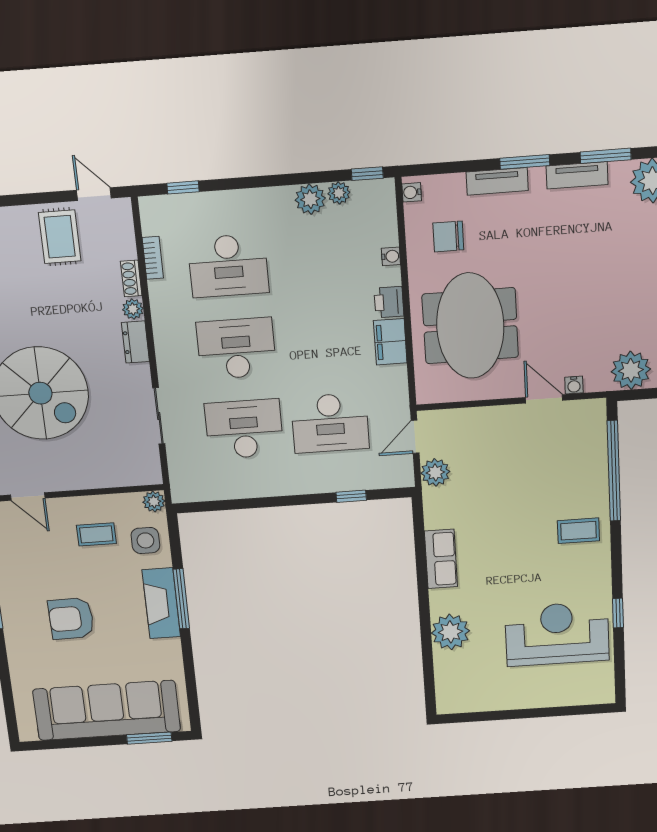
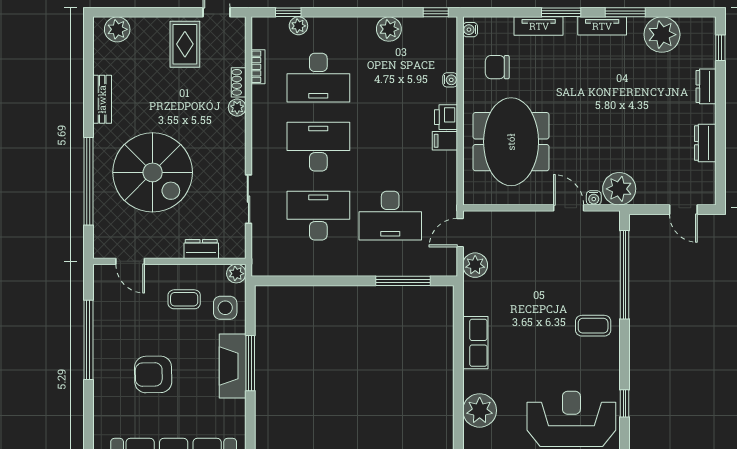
plant: (339, 193) -> (298, 26), moved
dresser: (135, 342) -> (201, 249), moved, turned 90
filing cabinet: (390, 342) -> (445, 141), width x0.50
plant: (631, 370) -> (619, 189), moved
window: (351, 496) -> (403, 281), width x2.17

